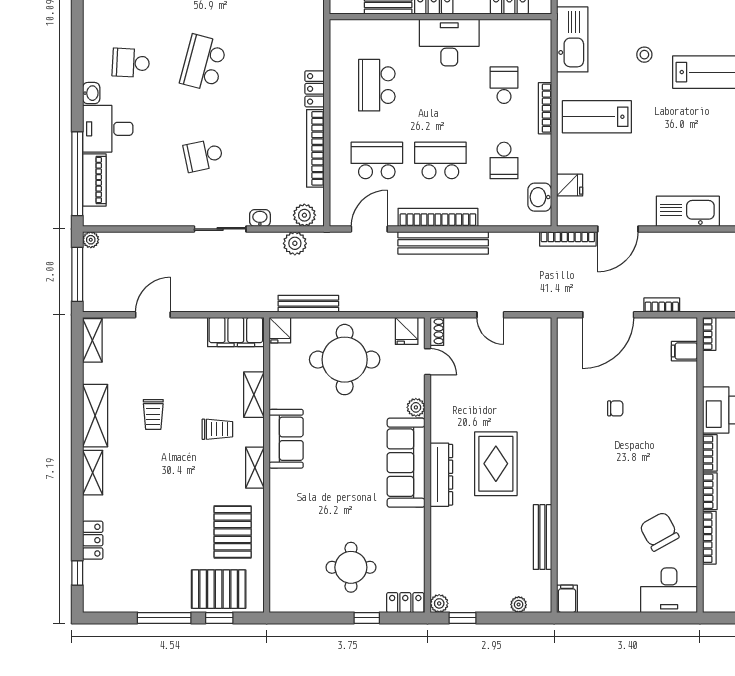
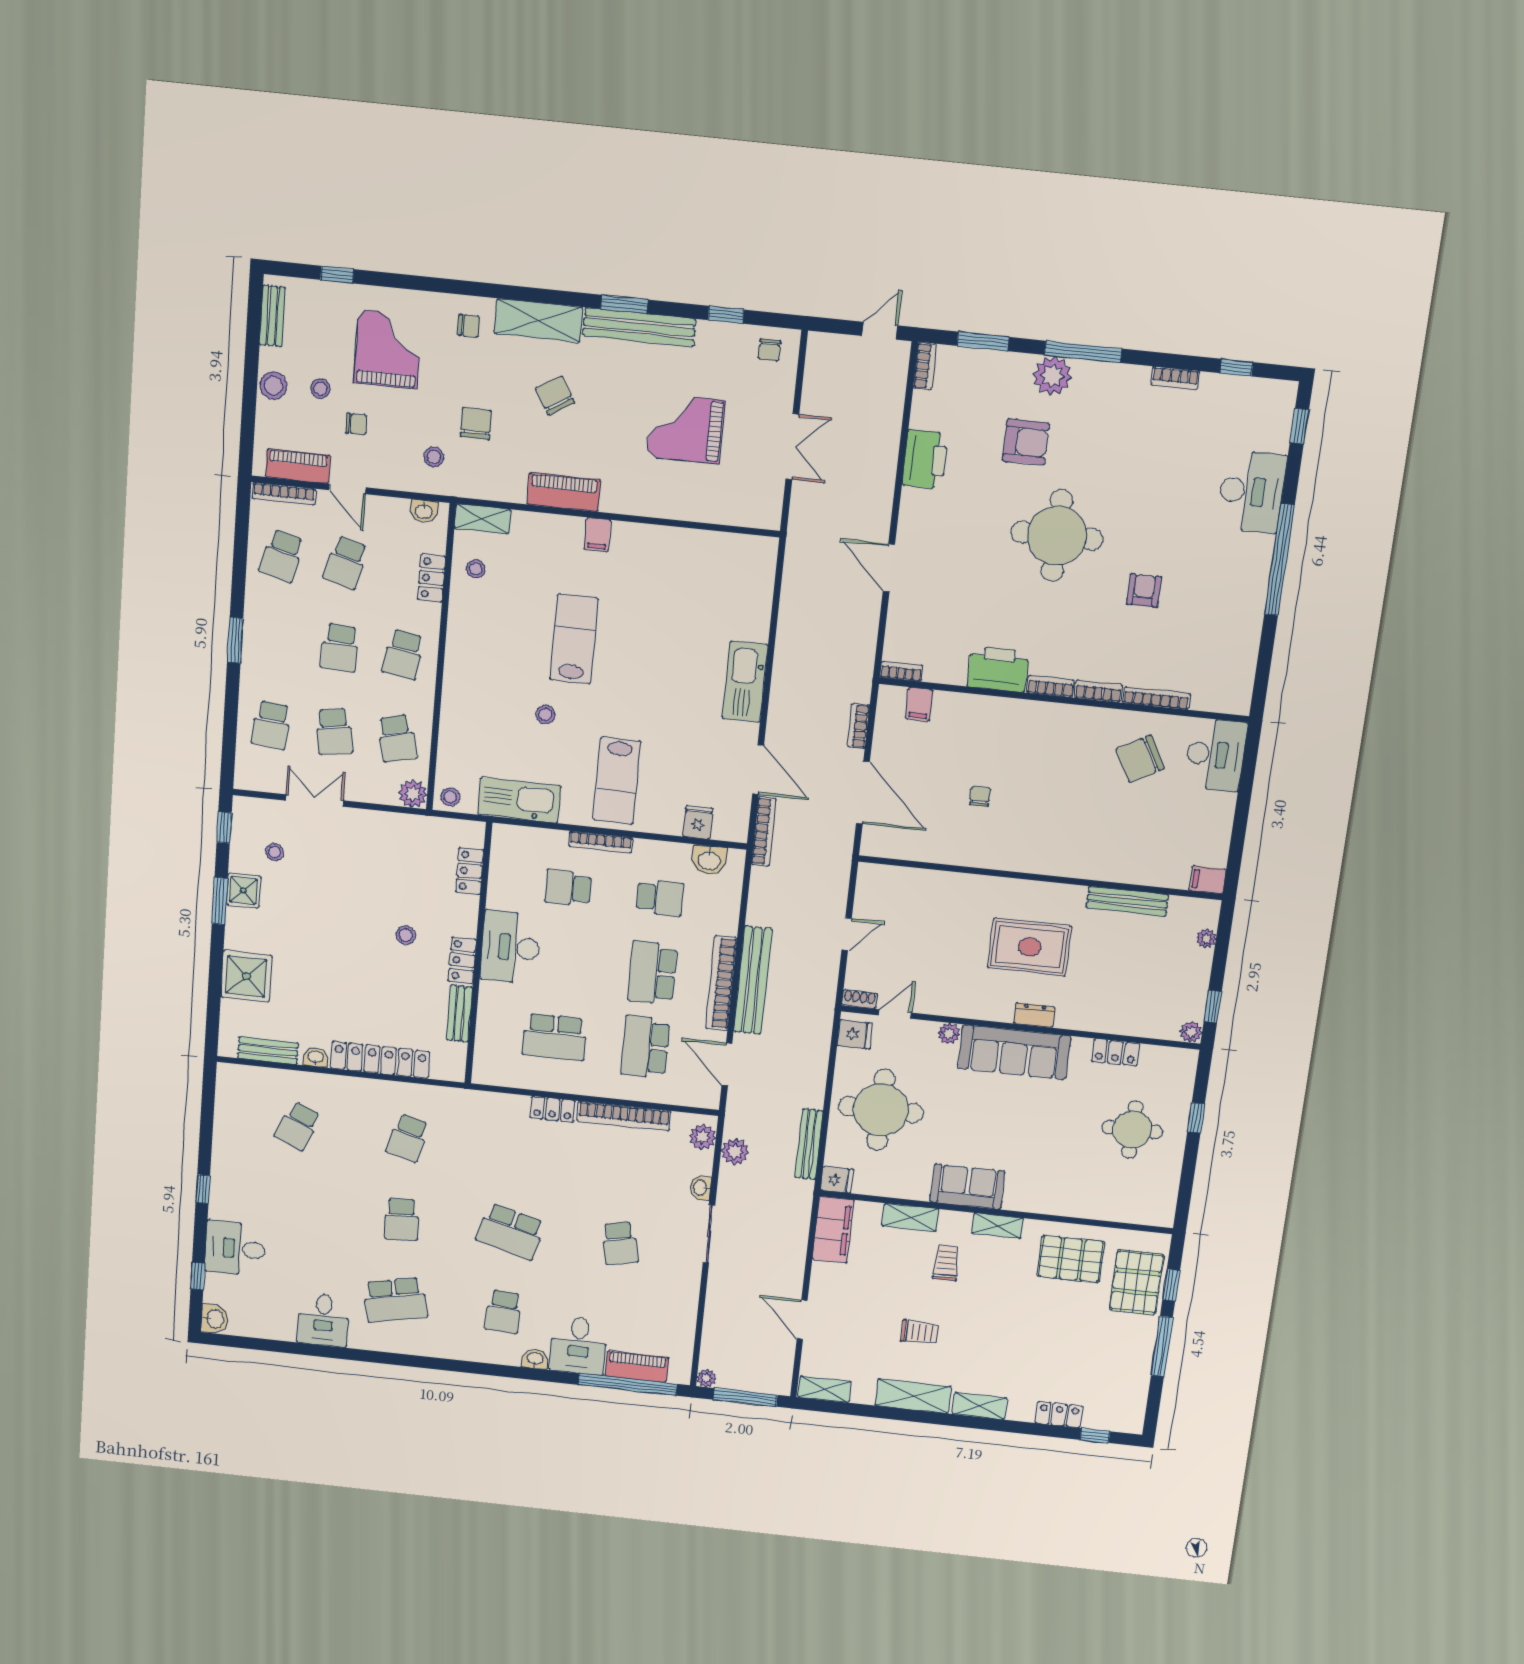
dresser: (441, 475) -> (1034, 1015), width x0.51, depth x0.80
locker: (405, 603) -> (1115, 1052), moved, turned -90

